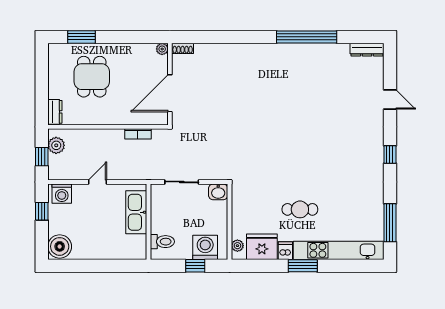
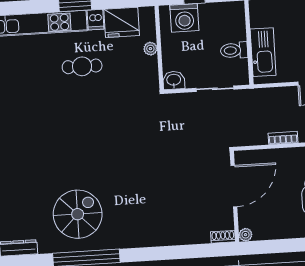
spiral stairs: (312, 77) -> (78, 214), added
bookcase: (138, 134) -> (283, 138), moved
toilet: (162, 242) -> (234, 50), moved
plant: (237, 246) -> (150, 49), moved

